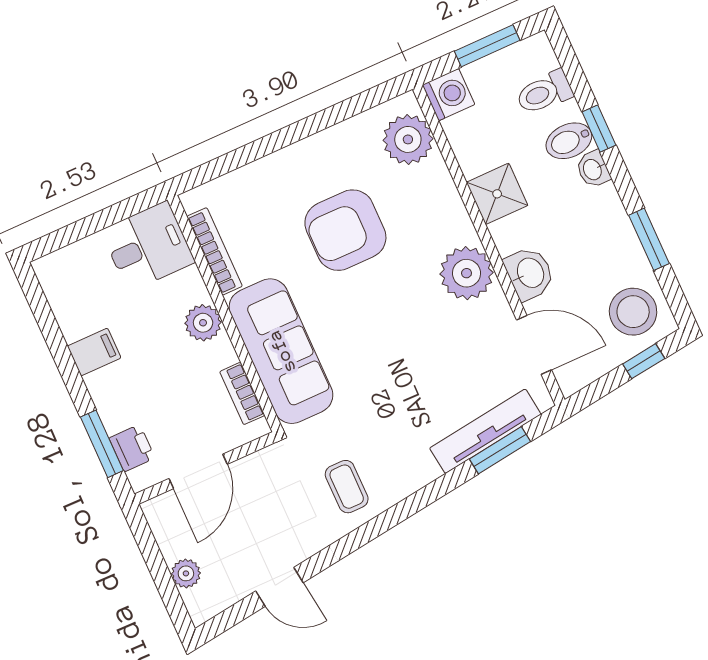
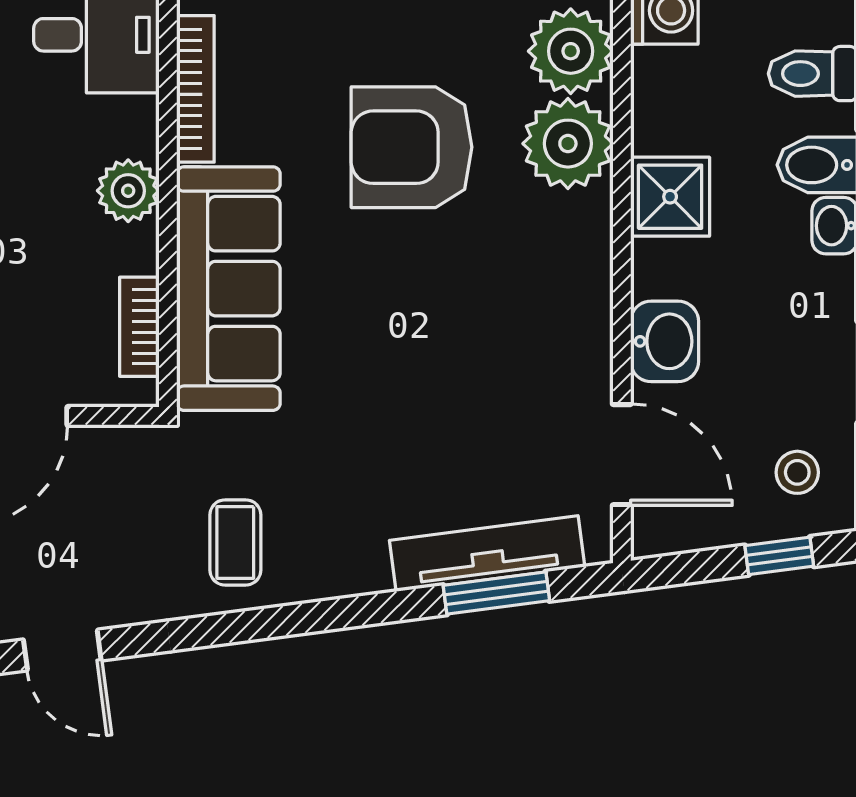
plant: (467, 273) -> (568, 144), moved
stool: (633, 312) -> (797, 472), width x0.53, depth x0.53

